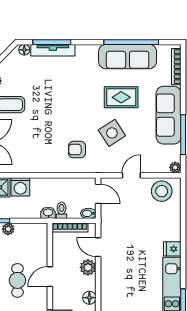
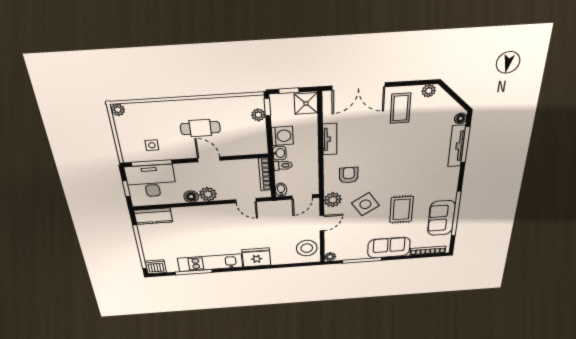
sofa: (128, 57) -> (441, 218), width x0.73
sofa: (169, 115) -> (389, 248), width x0.73
plant: (104, 165) -> (333, 200), added
tv unit: (37, 167) -> (330, 139), added
door: (131, 175) -> (322, 223), hinge flipped
washing machine: (20, 187) -> (282, 136), moved, turned 180
door: (98, 247) -> (246, 201), swing flipped
fridge: (172, 249) -> (256, 257), width x1.88, depth x1.34
plant: (88, 267) -> (208, 194), moved

